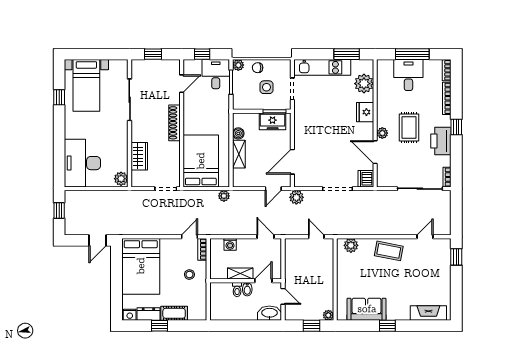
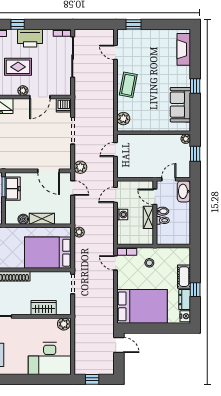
washing machine: (230, 244) -> (122, 215), moved

